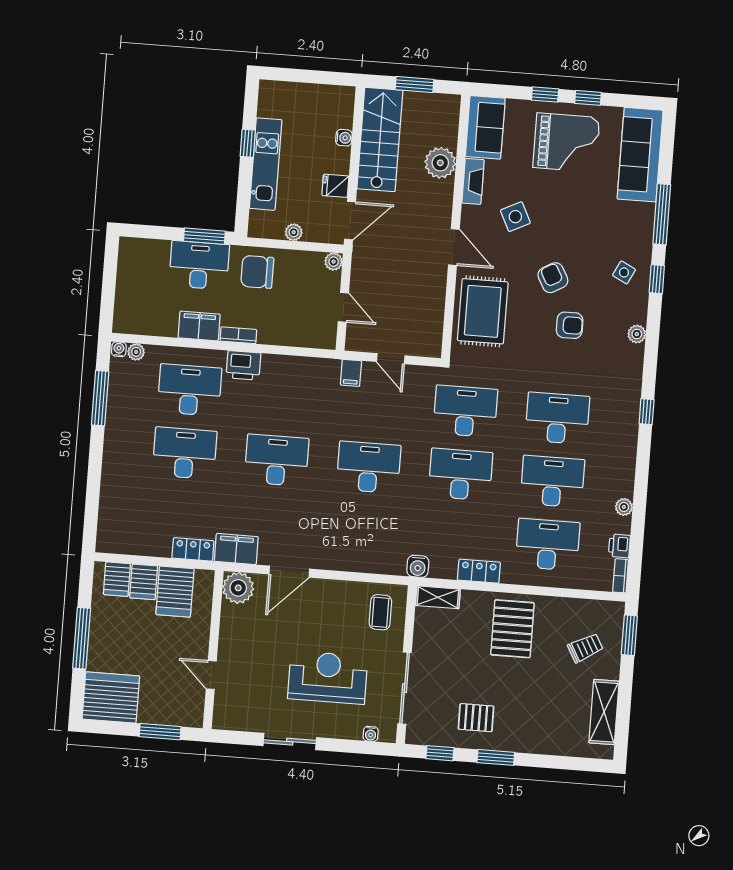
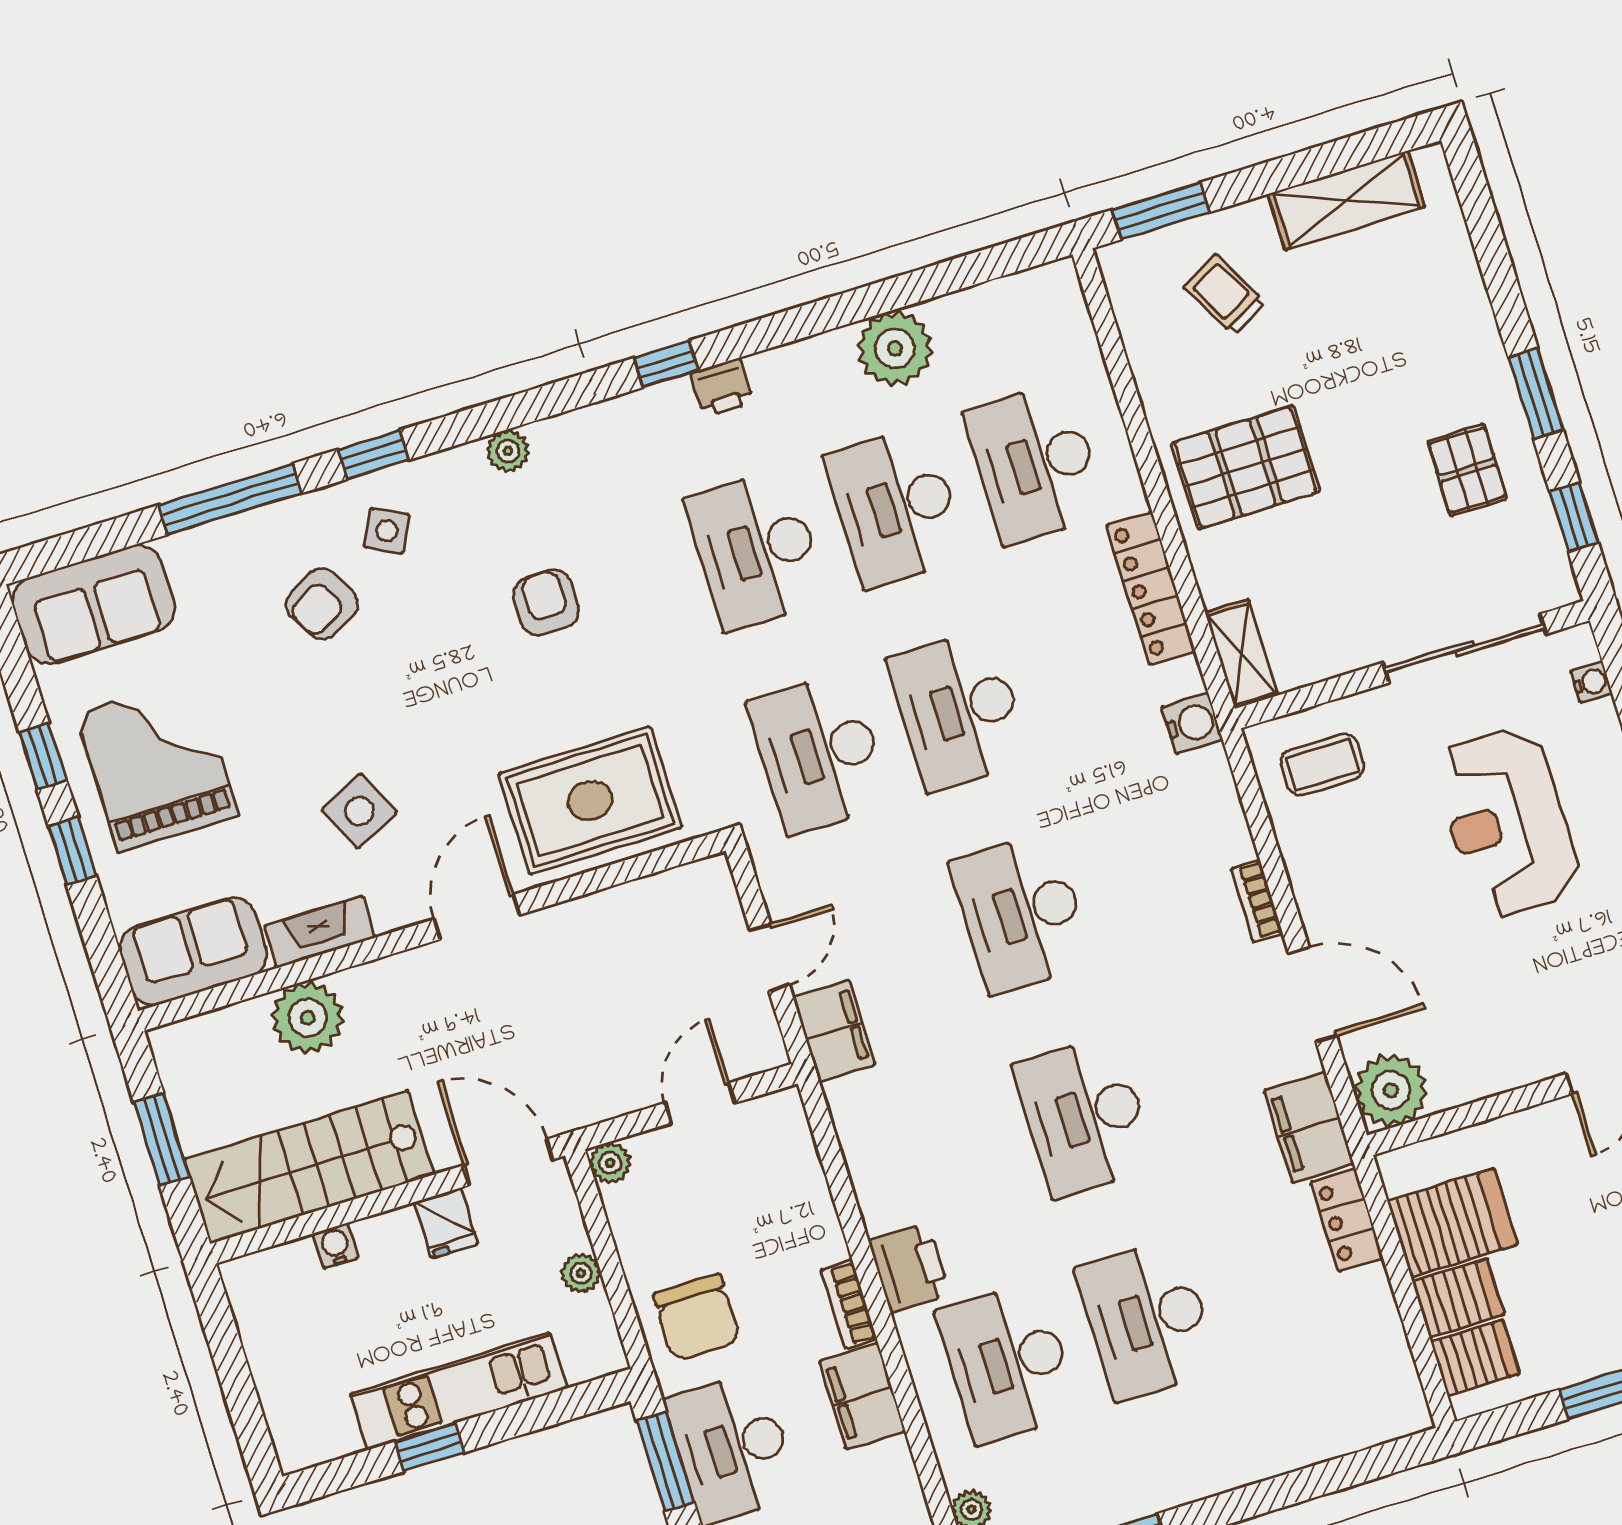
sofa: (640, 155) -> (94, 605), width x0.73
armchair: (553, 278) -> (322, 604), moved
filing cabinet: (351, 373) -> (834, 1031), width x2.00
plant: (624, 507) -> (895, 349), width x1.88, depth x1.88
printer: (619, 546) -> (722, 387), moved
locker: (479, 571) -> (1151, 588), width x1.53
bookcase: (621, 576) -> (1257, 901), moved, turned 90

